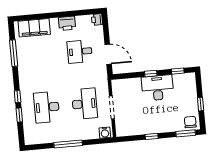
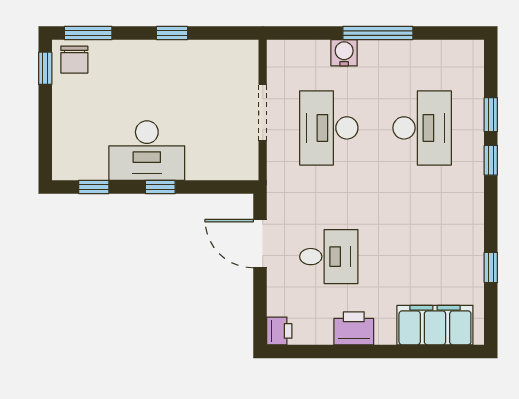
window: (14, 53) -> (491, 267), width x0.46
window: (201, 104) -> (45, 68), moved
water cooler: (105, 133) -> (344, 53), moved

